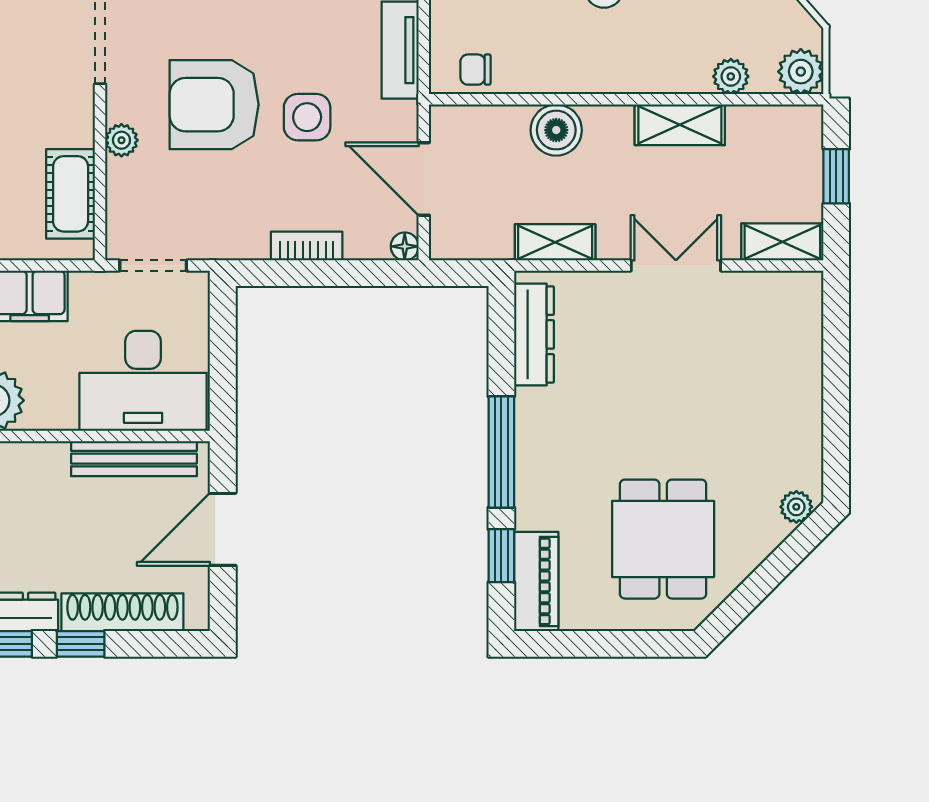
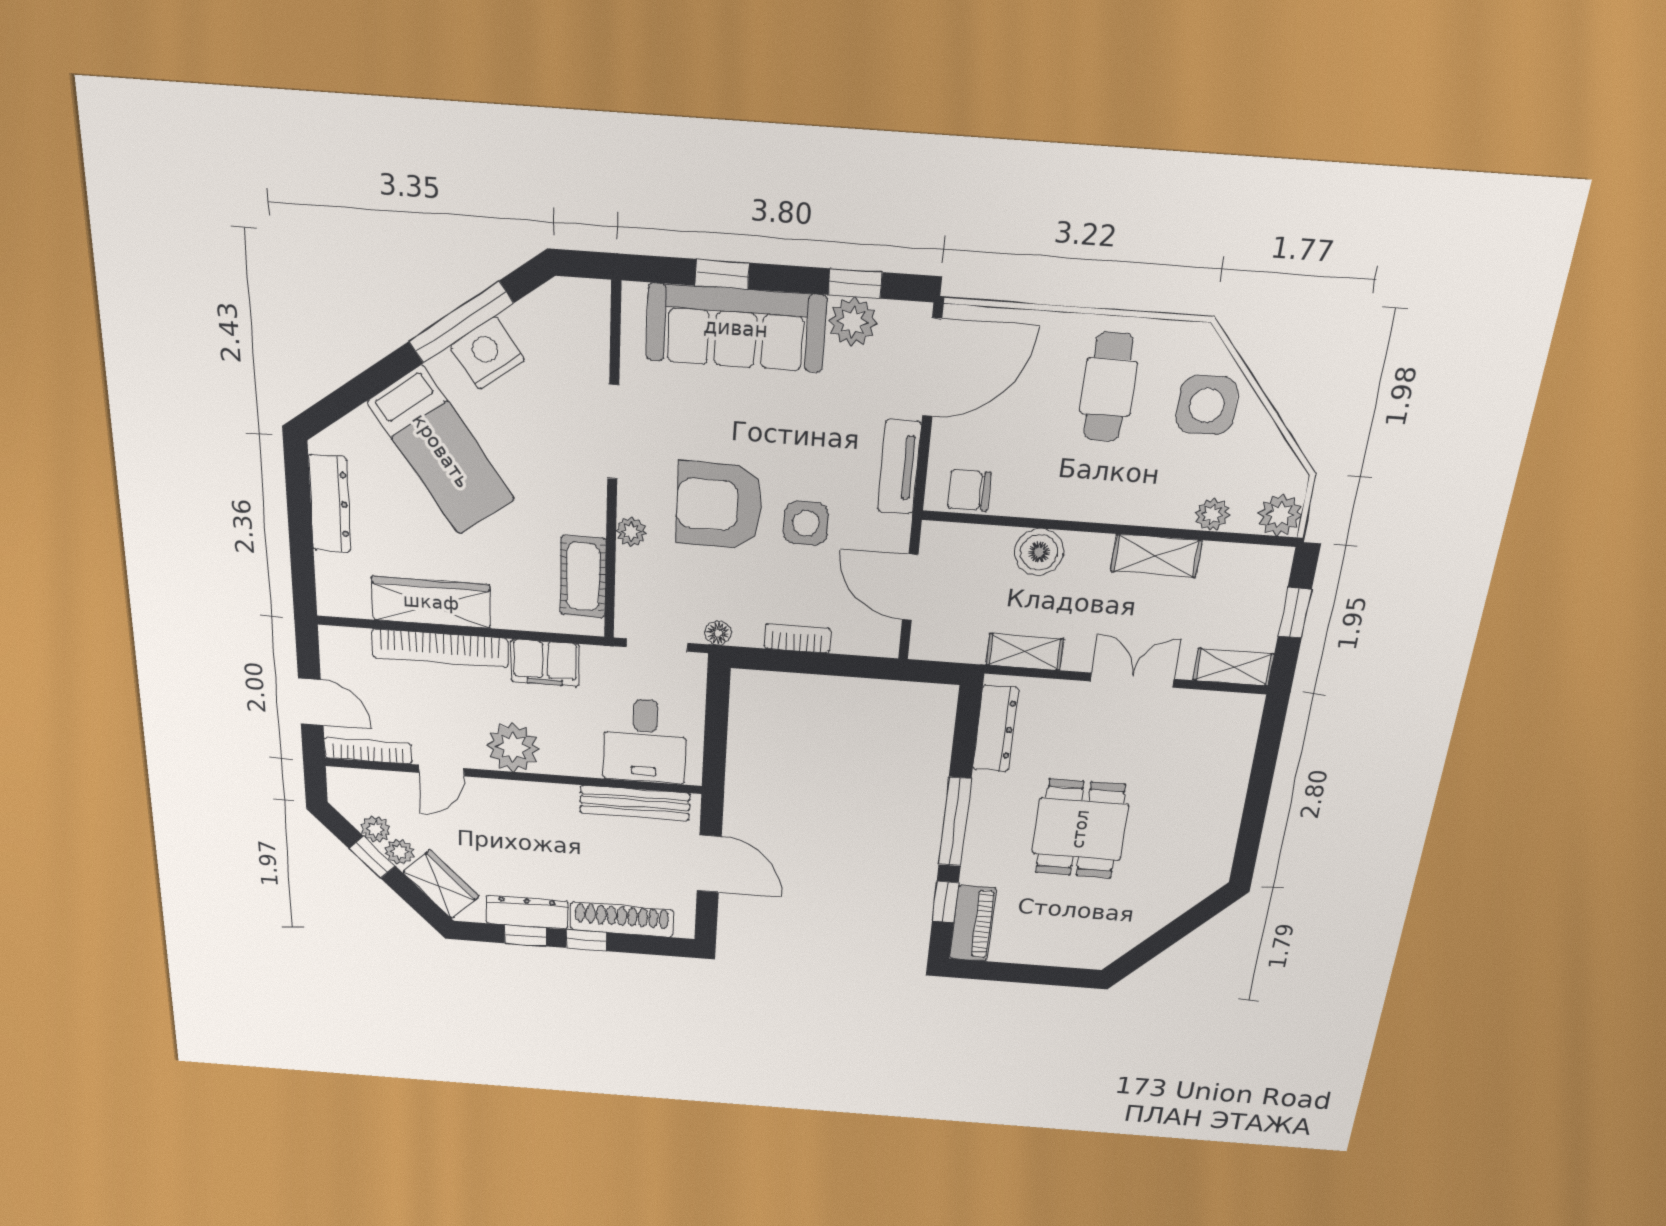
chair: (475, 70) -> (969, 490), width x1.37, depth x1.37
floor lamp: (405, 246) -> (718, 633), moved
desk: (143, 381) -> (645, 741), width x0.73
plant: (796, 507) -> (1205, 884), removed
door: (223, 529) -> (709, 864), swing flipped
dining table: (663, 539) -> (1080, 829), moved

